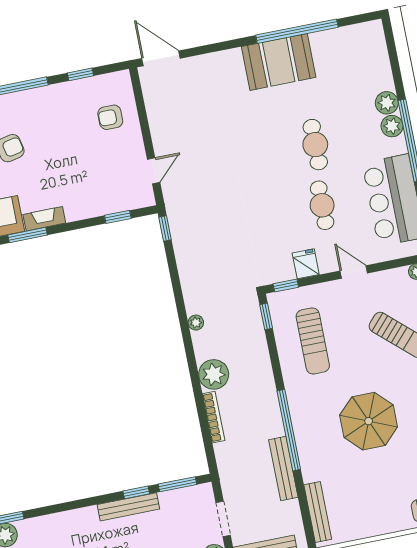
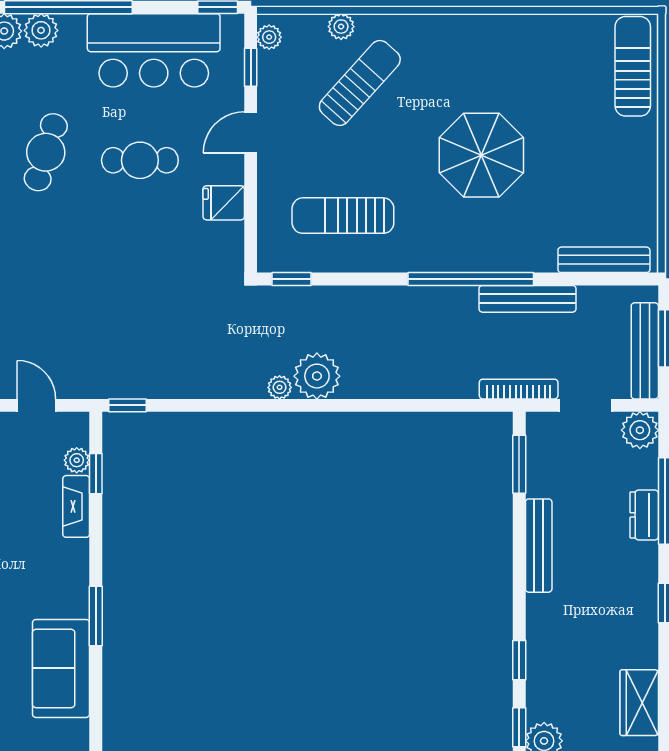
cafe table: (315, 145) -> (46, 152), turned -73
plant: (124, 203) -> (77, 460), added
fireplace: (44, 219) -> (76, 506), moved
window: (286, 285) -> (251, 67), moved
sun lounger: (313, 341) -> (343, 216), turned 180
plant: (214, 374) -> (317, 376), moved
bookcase: (214, 417) -> (519, 389), moved
window: (136, 492) -> (519, 660), moved

